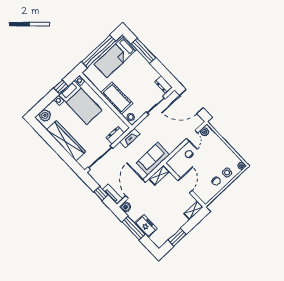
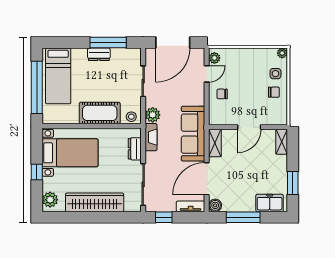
window: (143, 51) -> (108, 43), moved
dresser: (163, 84) -> (99, 54), moved
window: (61, 87) -> (37, 172), moved
plant: (143, 127) -> (153, 115), added
door: (192, 136) -> (207, 74), hinge flipped
sofa: (153, 159) -> (193, 134), width x1.36
door: (185, 186) -> (249, 127), swing flipped
door: (136, 189) -> (207, 179), hinge flipped
window: (101, 193) -> (164, 217), moved
freezer: (146, 226) -> (270, 203), moved

